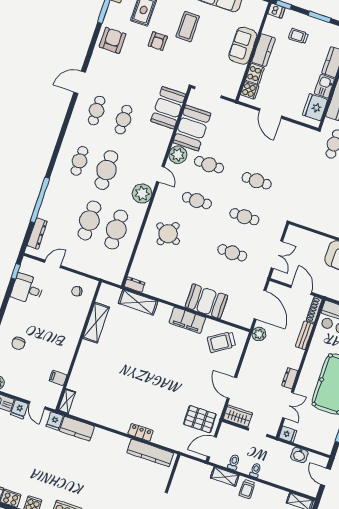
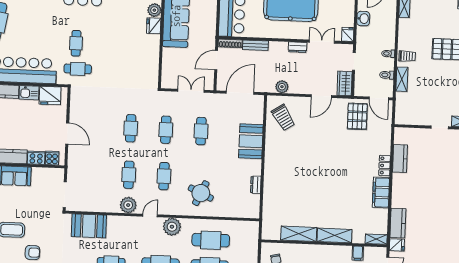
door: (271, 113) -> (67, 133), hinge flipped
booth: (192, 128) -> (101, 200), removed
dresser: (135, 285) -> (256, 185), moved
shelving: (138, 302) -> (334, 235), moved, turned 90
filing cabinet: (187, 320) -> (381, 192), moved, turned 180
plant: (259, 334) -> (282, 87), moved
kitchen counter: (150, 453) -> (400, 159), width x0.67

